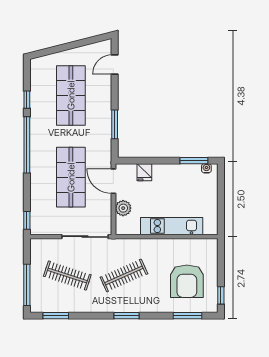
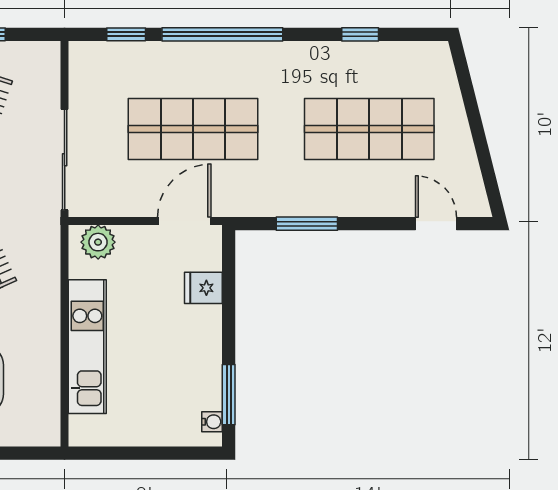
window: (27, 145) -> (222, 34), moved
plant: (123, 208) -> (98, 242), moved
window: (27, 220) -> (126, 34), moved

